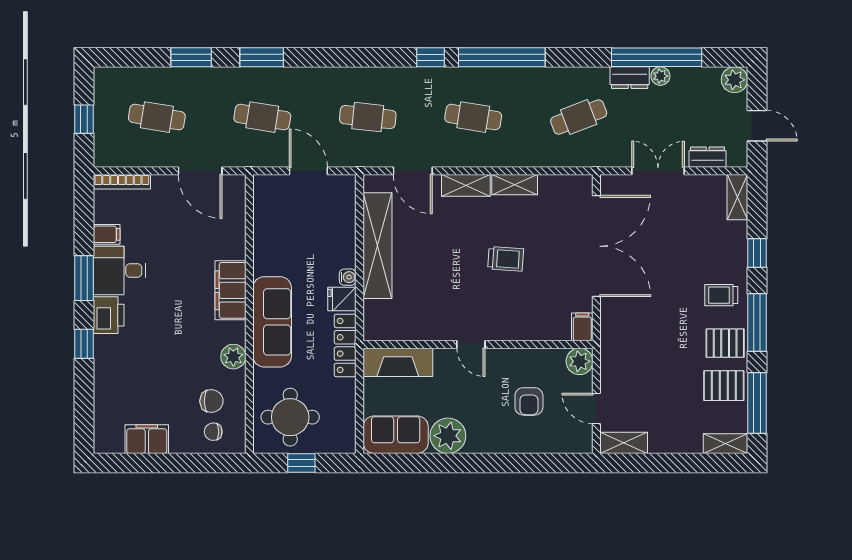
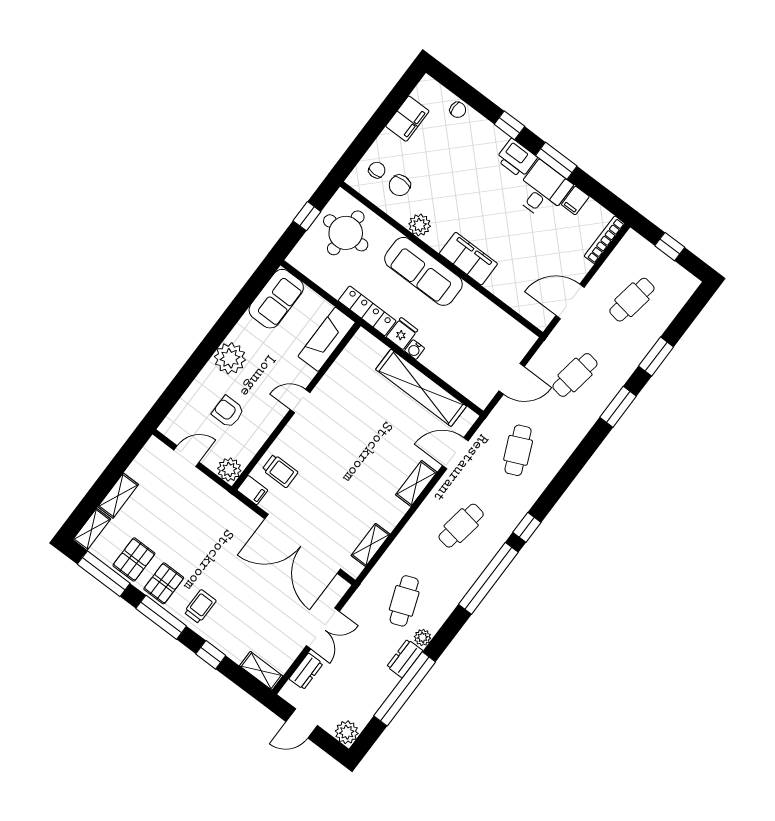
plant: (660, 76) -> (423, 637), moved
cafe table: (368, 117) -> (518, 450), turned -30
shelving: (515, 185) -> (371, 545), moved
trolley: (506, 259) -> (280, 471), moved, turned -94
chair: (105, 400) -> (458, 110), added
plant: (448, 436) -> (230, 358), moved
shelving: (624, 443) -> (118, 496), moved

